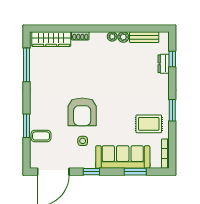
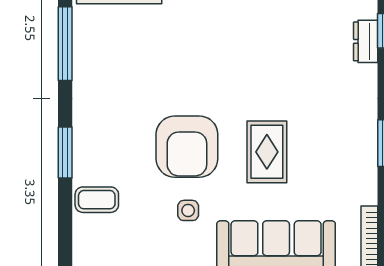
rug: (149, 124) -> (267, 152), moved, turned 90
window: (27, 126) -> (65, 152), moved

